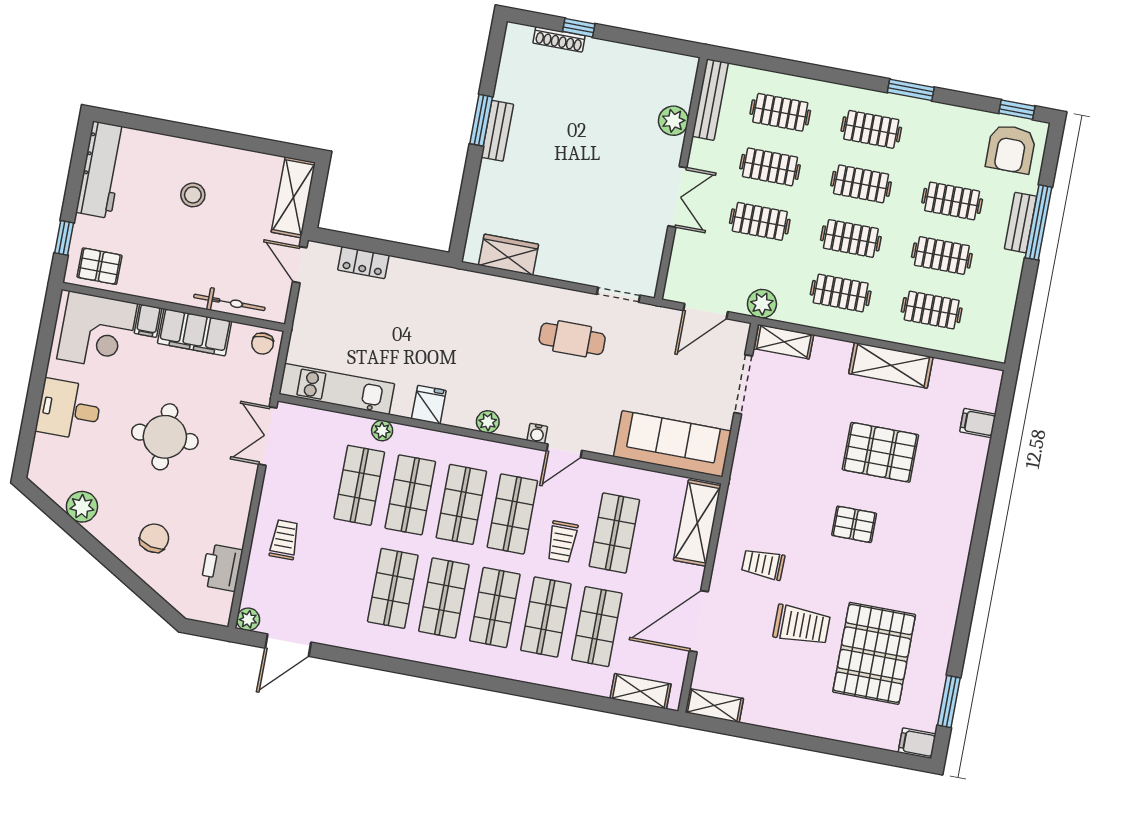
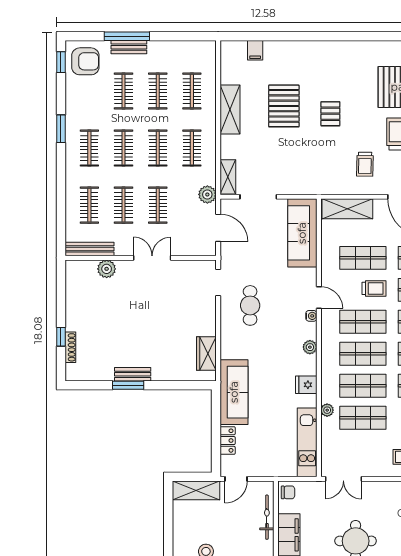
sofa: (439, 287) -> (234, 392), added

